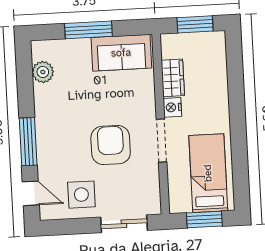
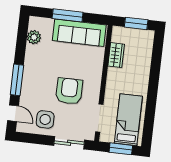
sofa: (121, 53) -> (79, 33), width x1.36
nightstand: (172, 107) -> (113, 74), removed
doorway: (162, 140) -> (99, 118), moved

